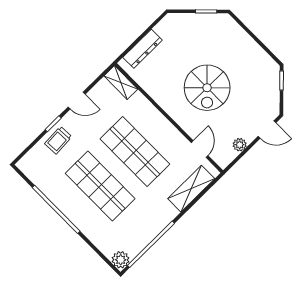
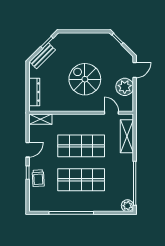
bench: (188, 20) -> (42, 56), added
spiral stairs: (207, 88) -> (85, 79), turned 180
plant: (240, 145) -> (125, 87), width x1.87, depth x1.87

